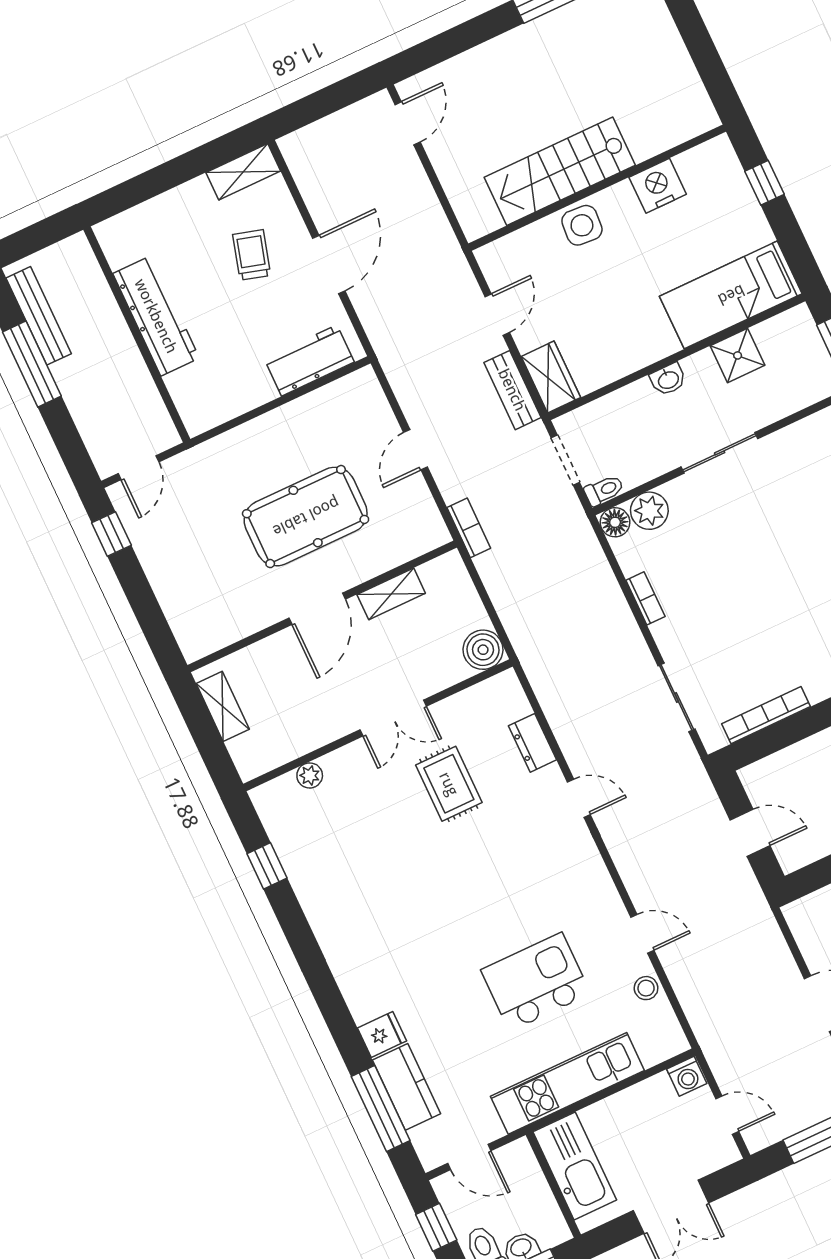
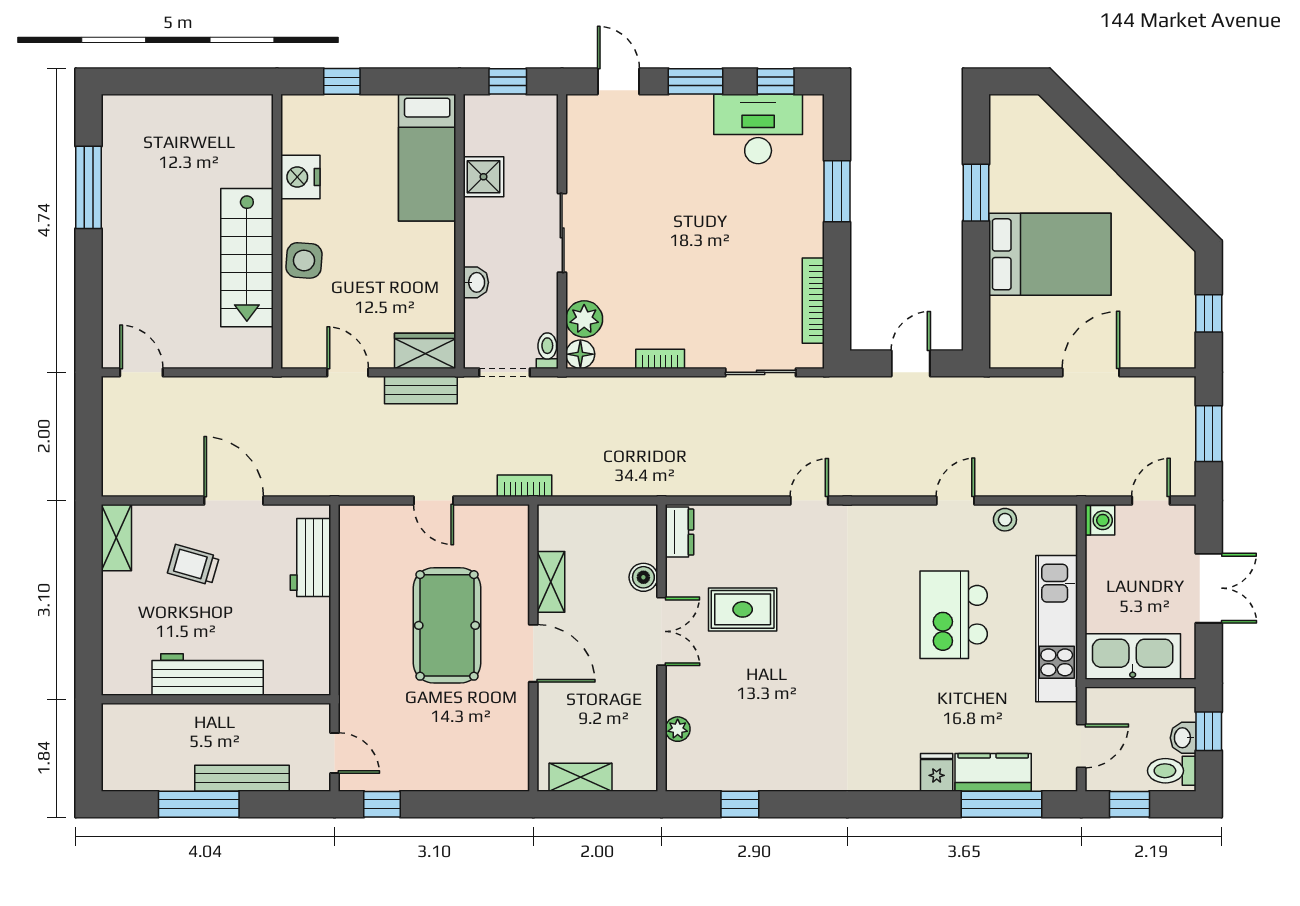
bench: (39, 316) -> (242, 778), moved
washbasin: (668, 379) -> (476, 282), moved
boiler: (483, 650) -> (643, 577), moved, width x0.73, depth x0.73
dresser: (532, 743) -> (679, 532), moved, turned -90

